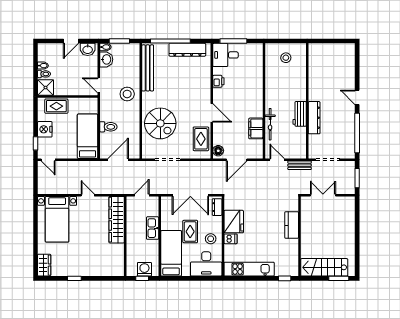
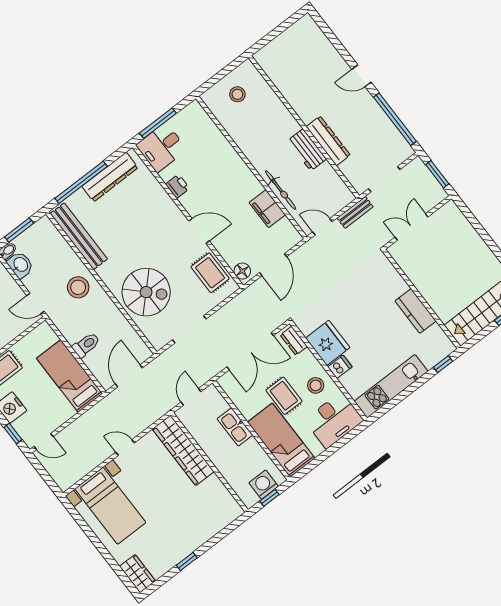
kitchen counter: (292, 225) -> (416, 311), moved

